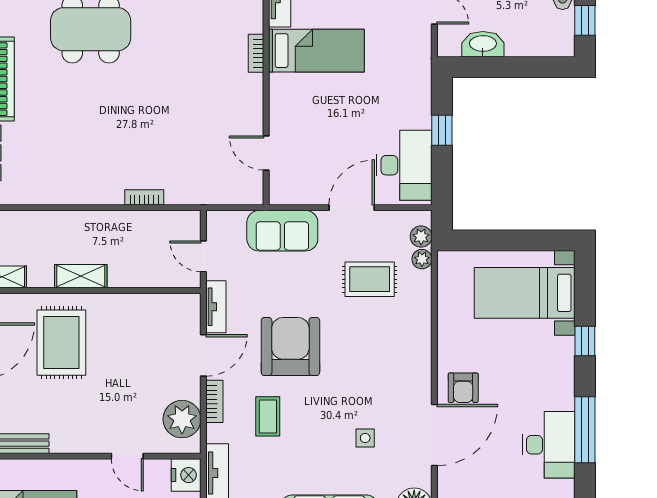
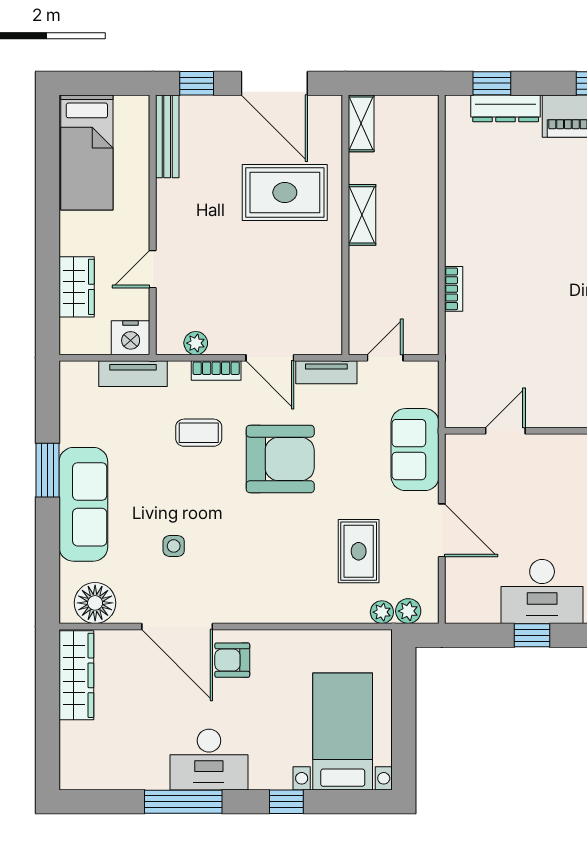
desk: (404, 165) -> (542, 591), moved
plant: (182, 419) -> (196, 343), width x0.53, depth x0.53
desk: (549, 445) -> (209, 760), moved

